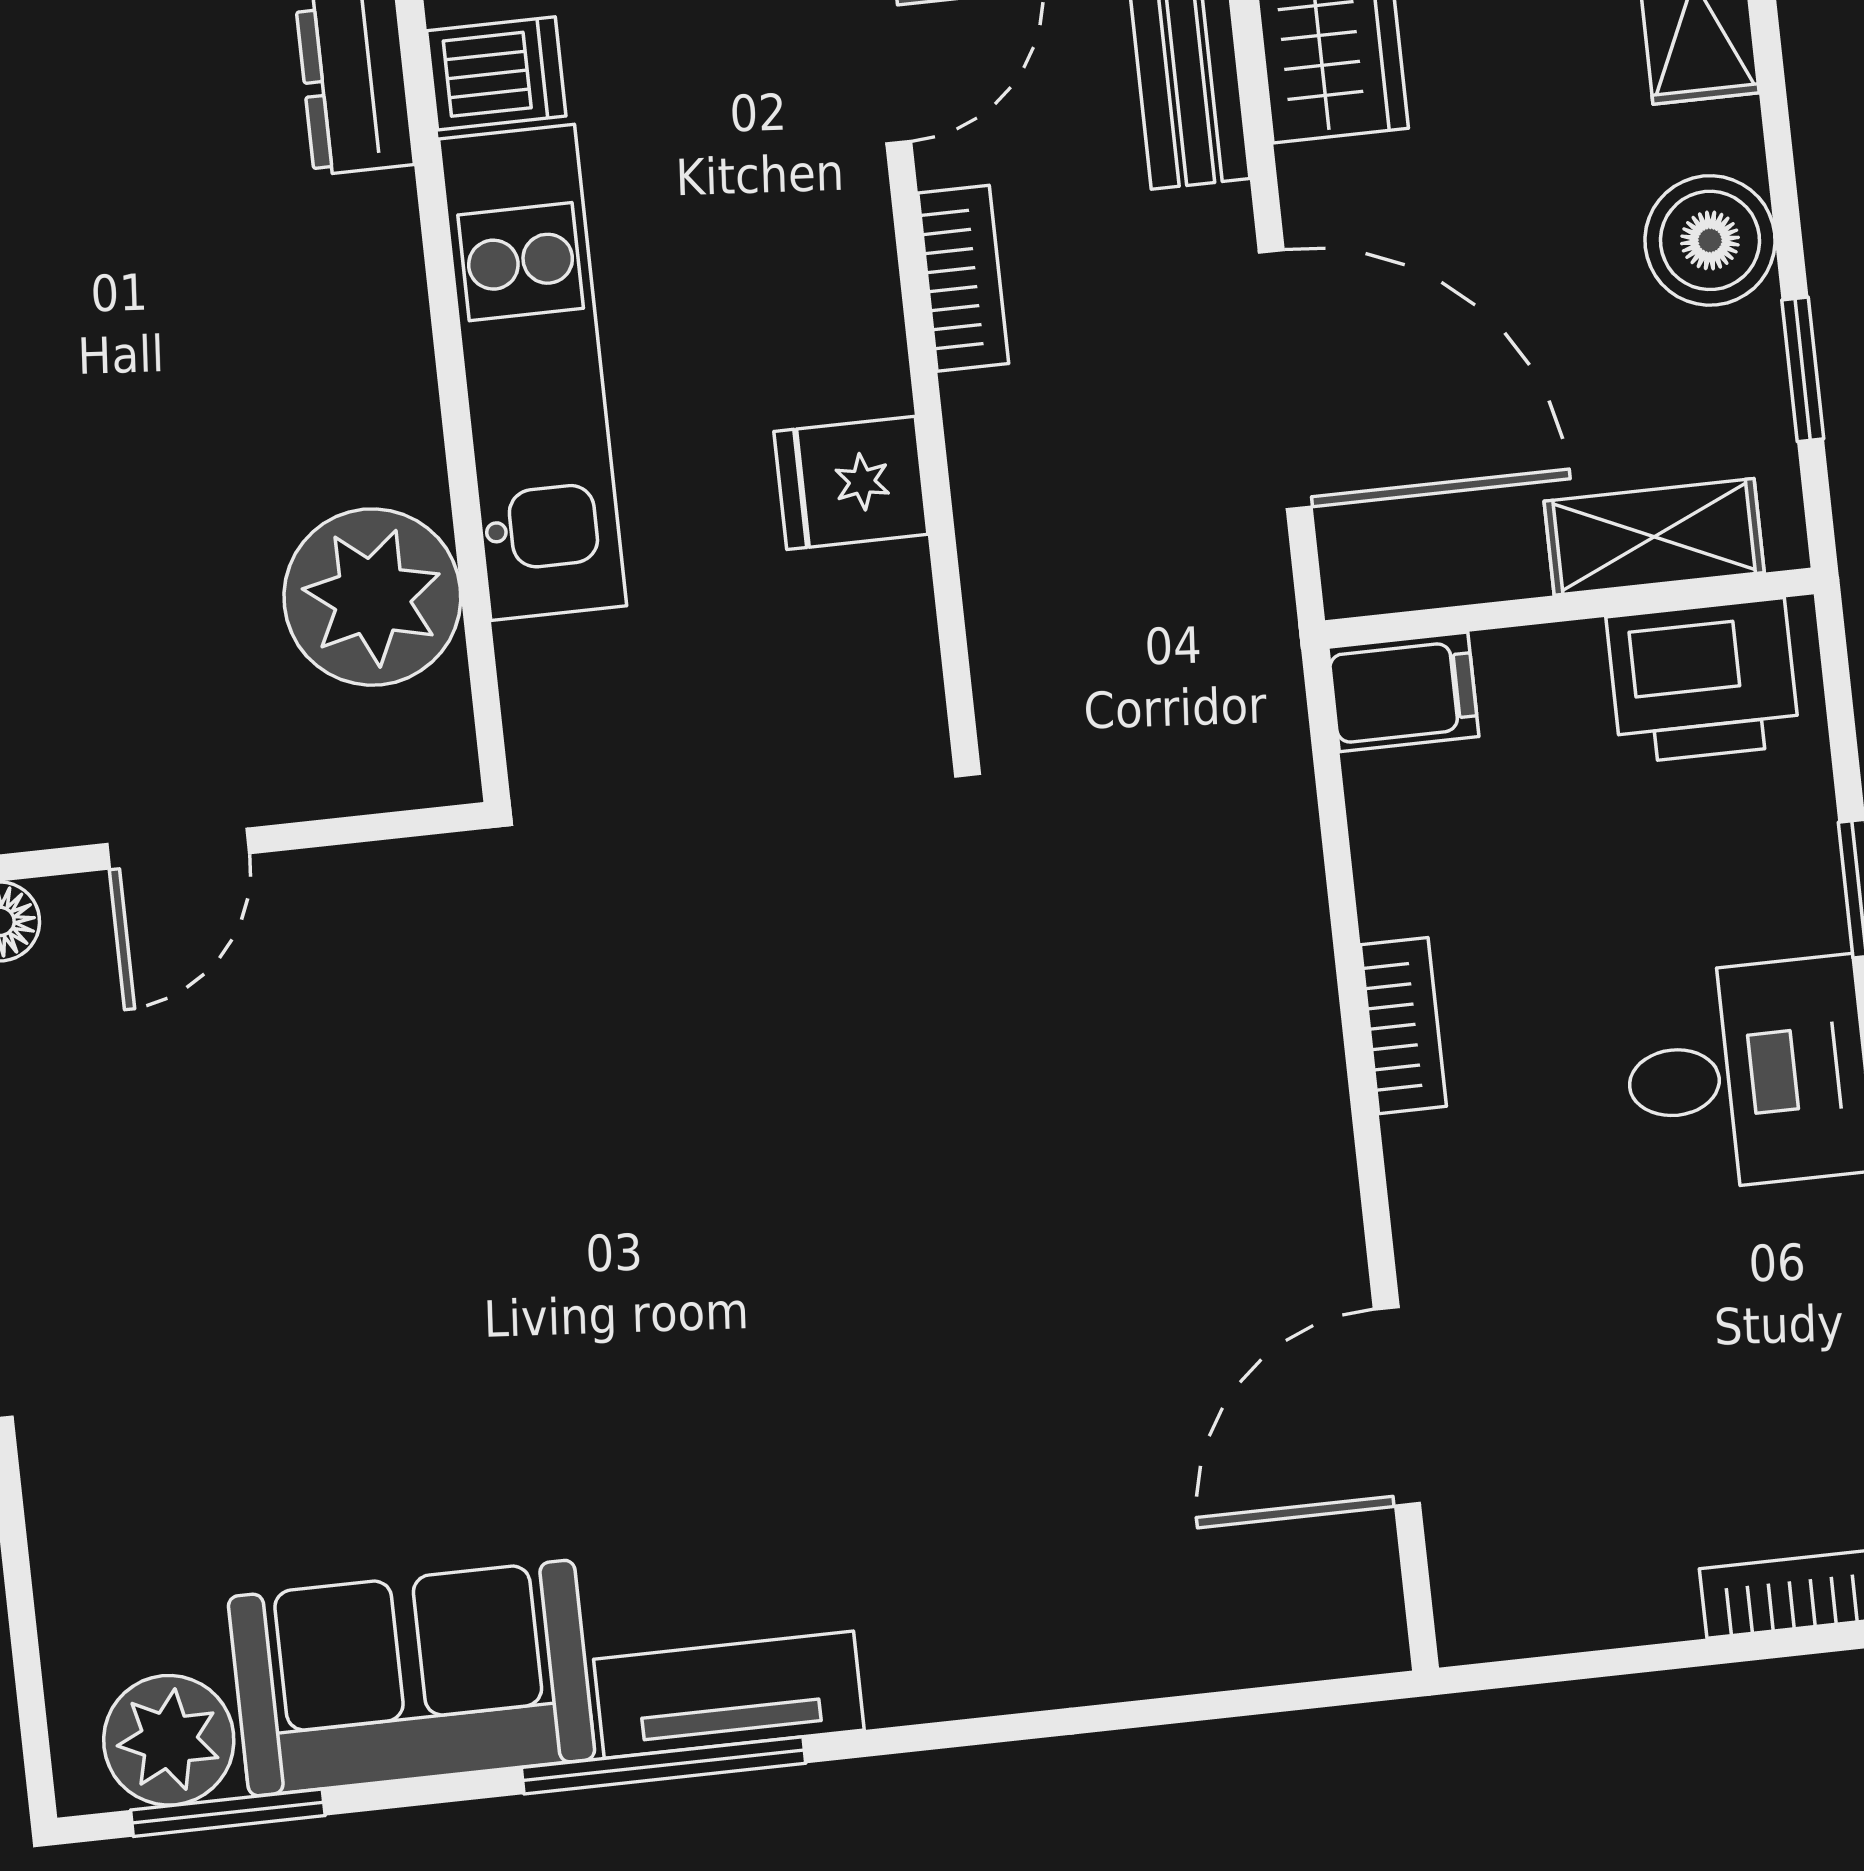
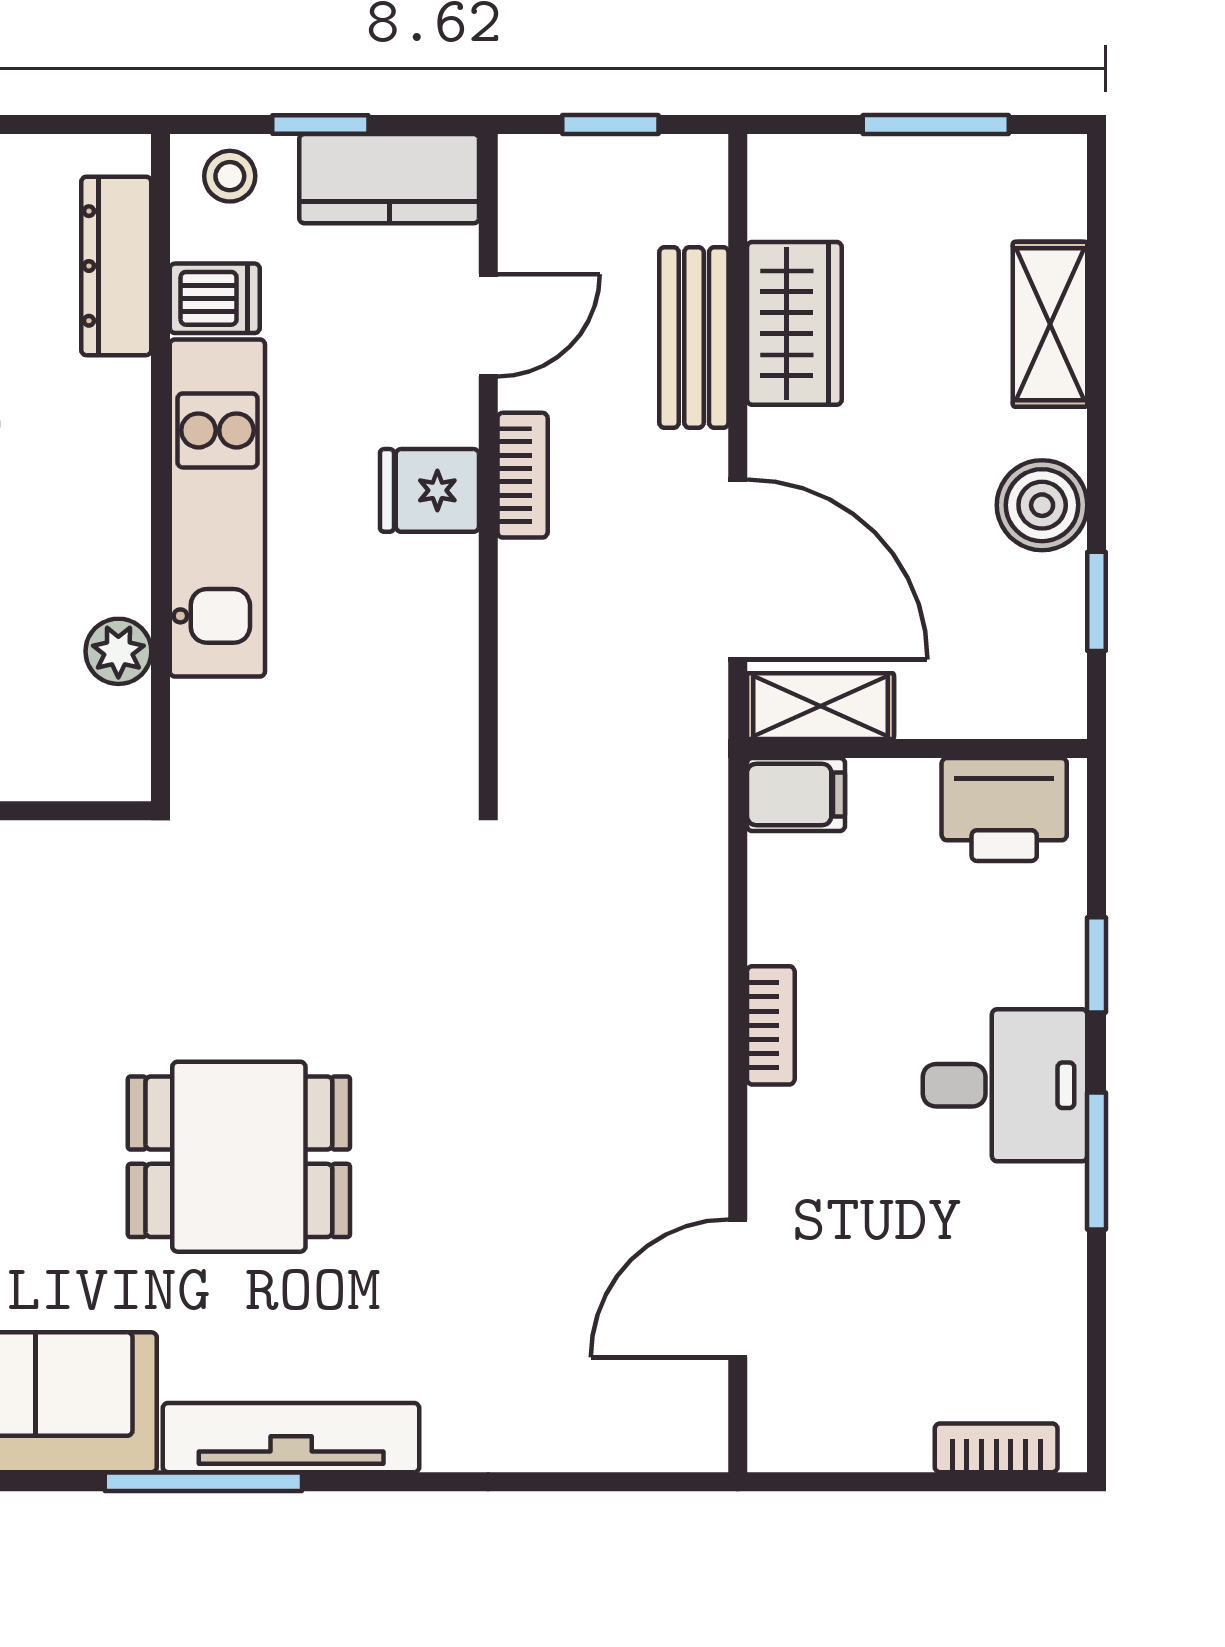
fridge: (851, 483) -> (429, 490), moved
shelving: (1654, 537) -> (820, 706), moved
plant: (372, 597) -> (118, 651), width x0.53, depth x0.53
dining table: (664, 1296) -> (239, 1157), added
tv unit: (729, 1695) -> (291, 1438), width x1.41

